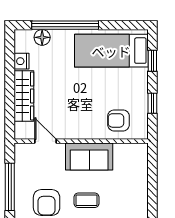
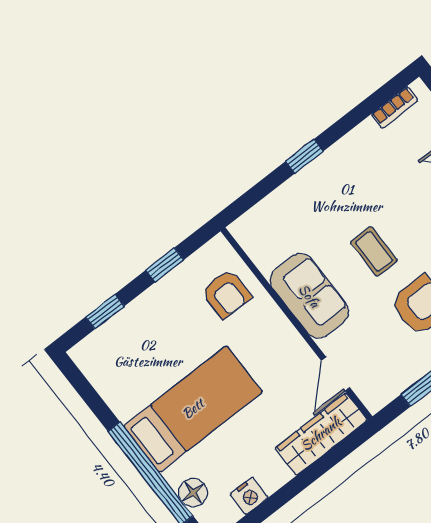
bed: (111, 51) -> (193, 409), moved, turned -90
wardrobe: (24, 96) -> (321, 434), moved
window: (152, 202) -> (304, 156), added

